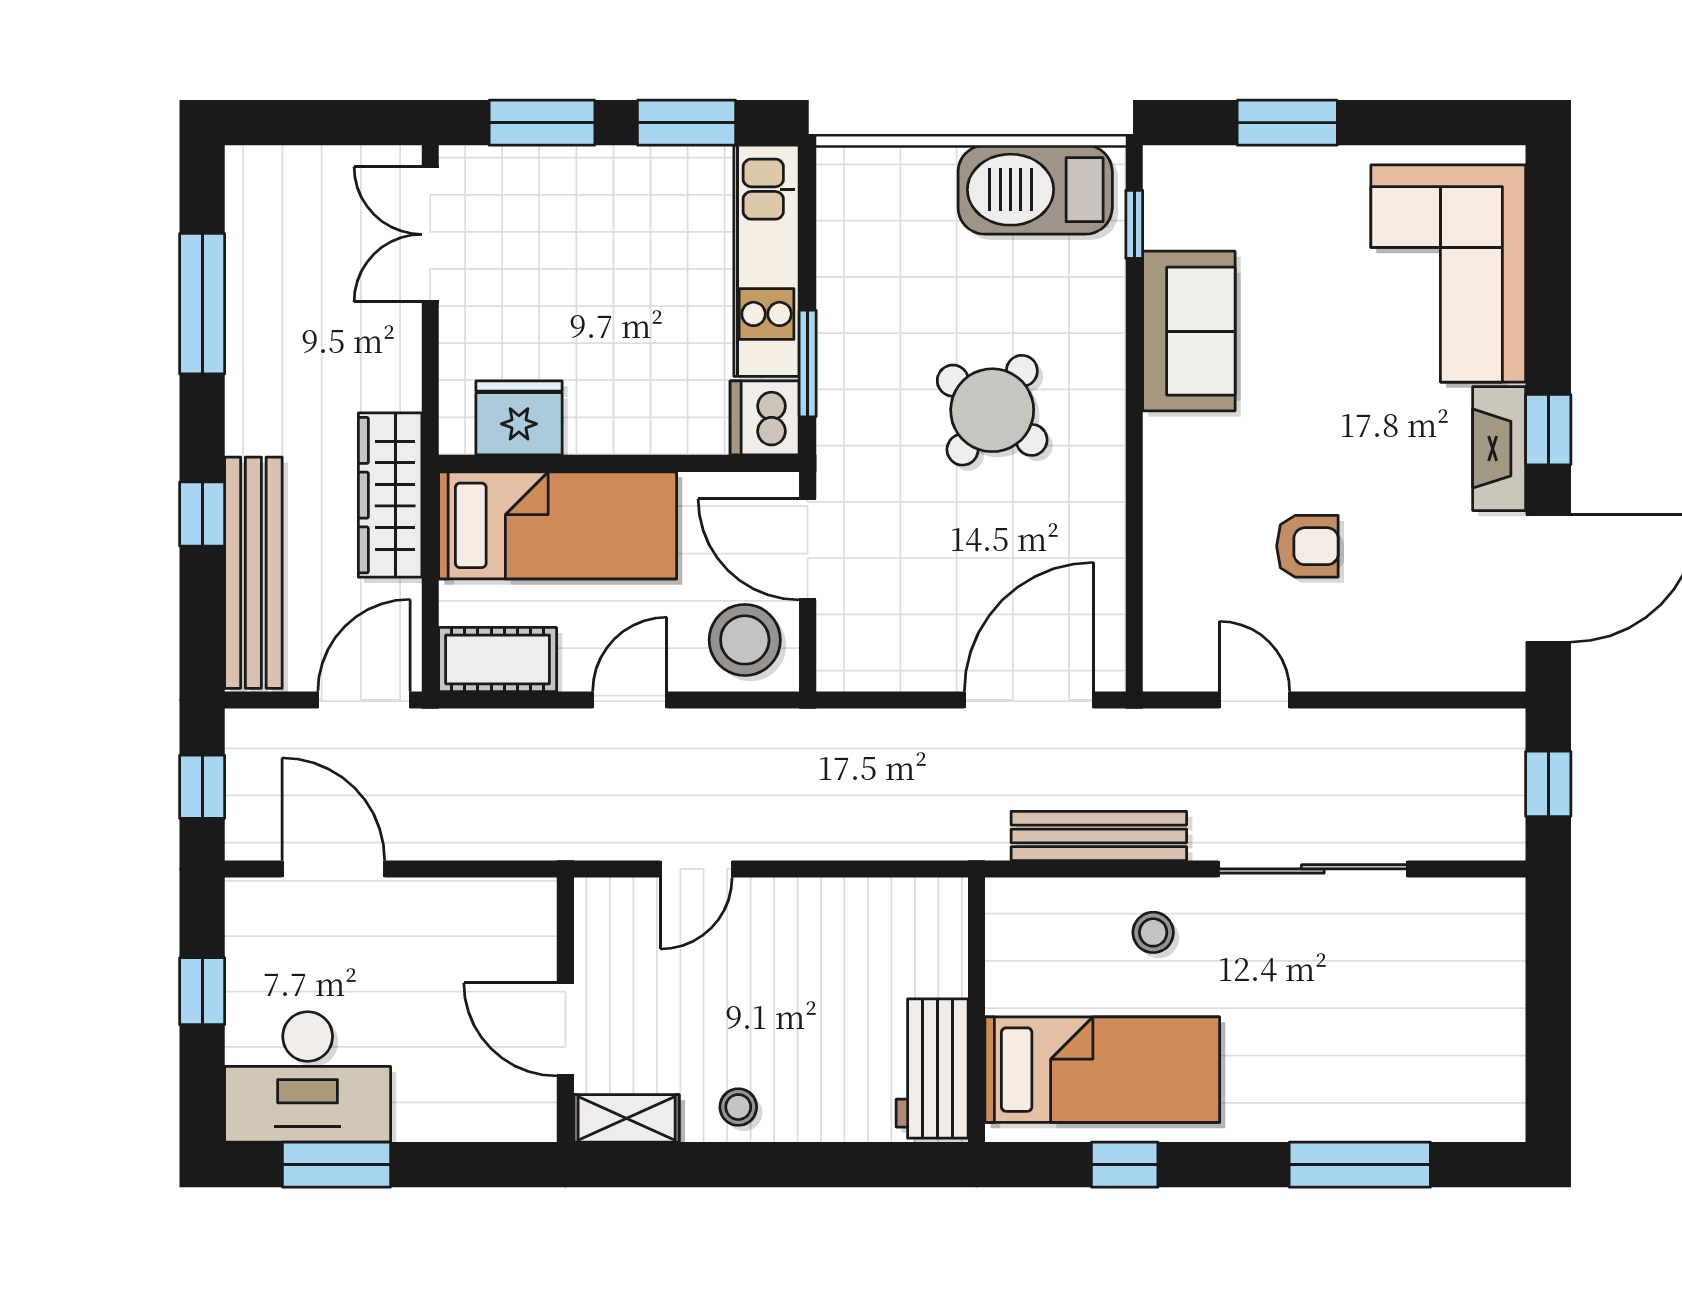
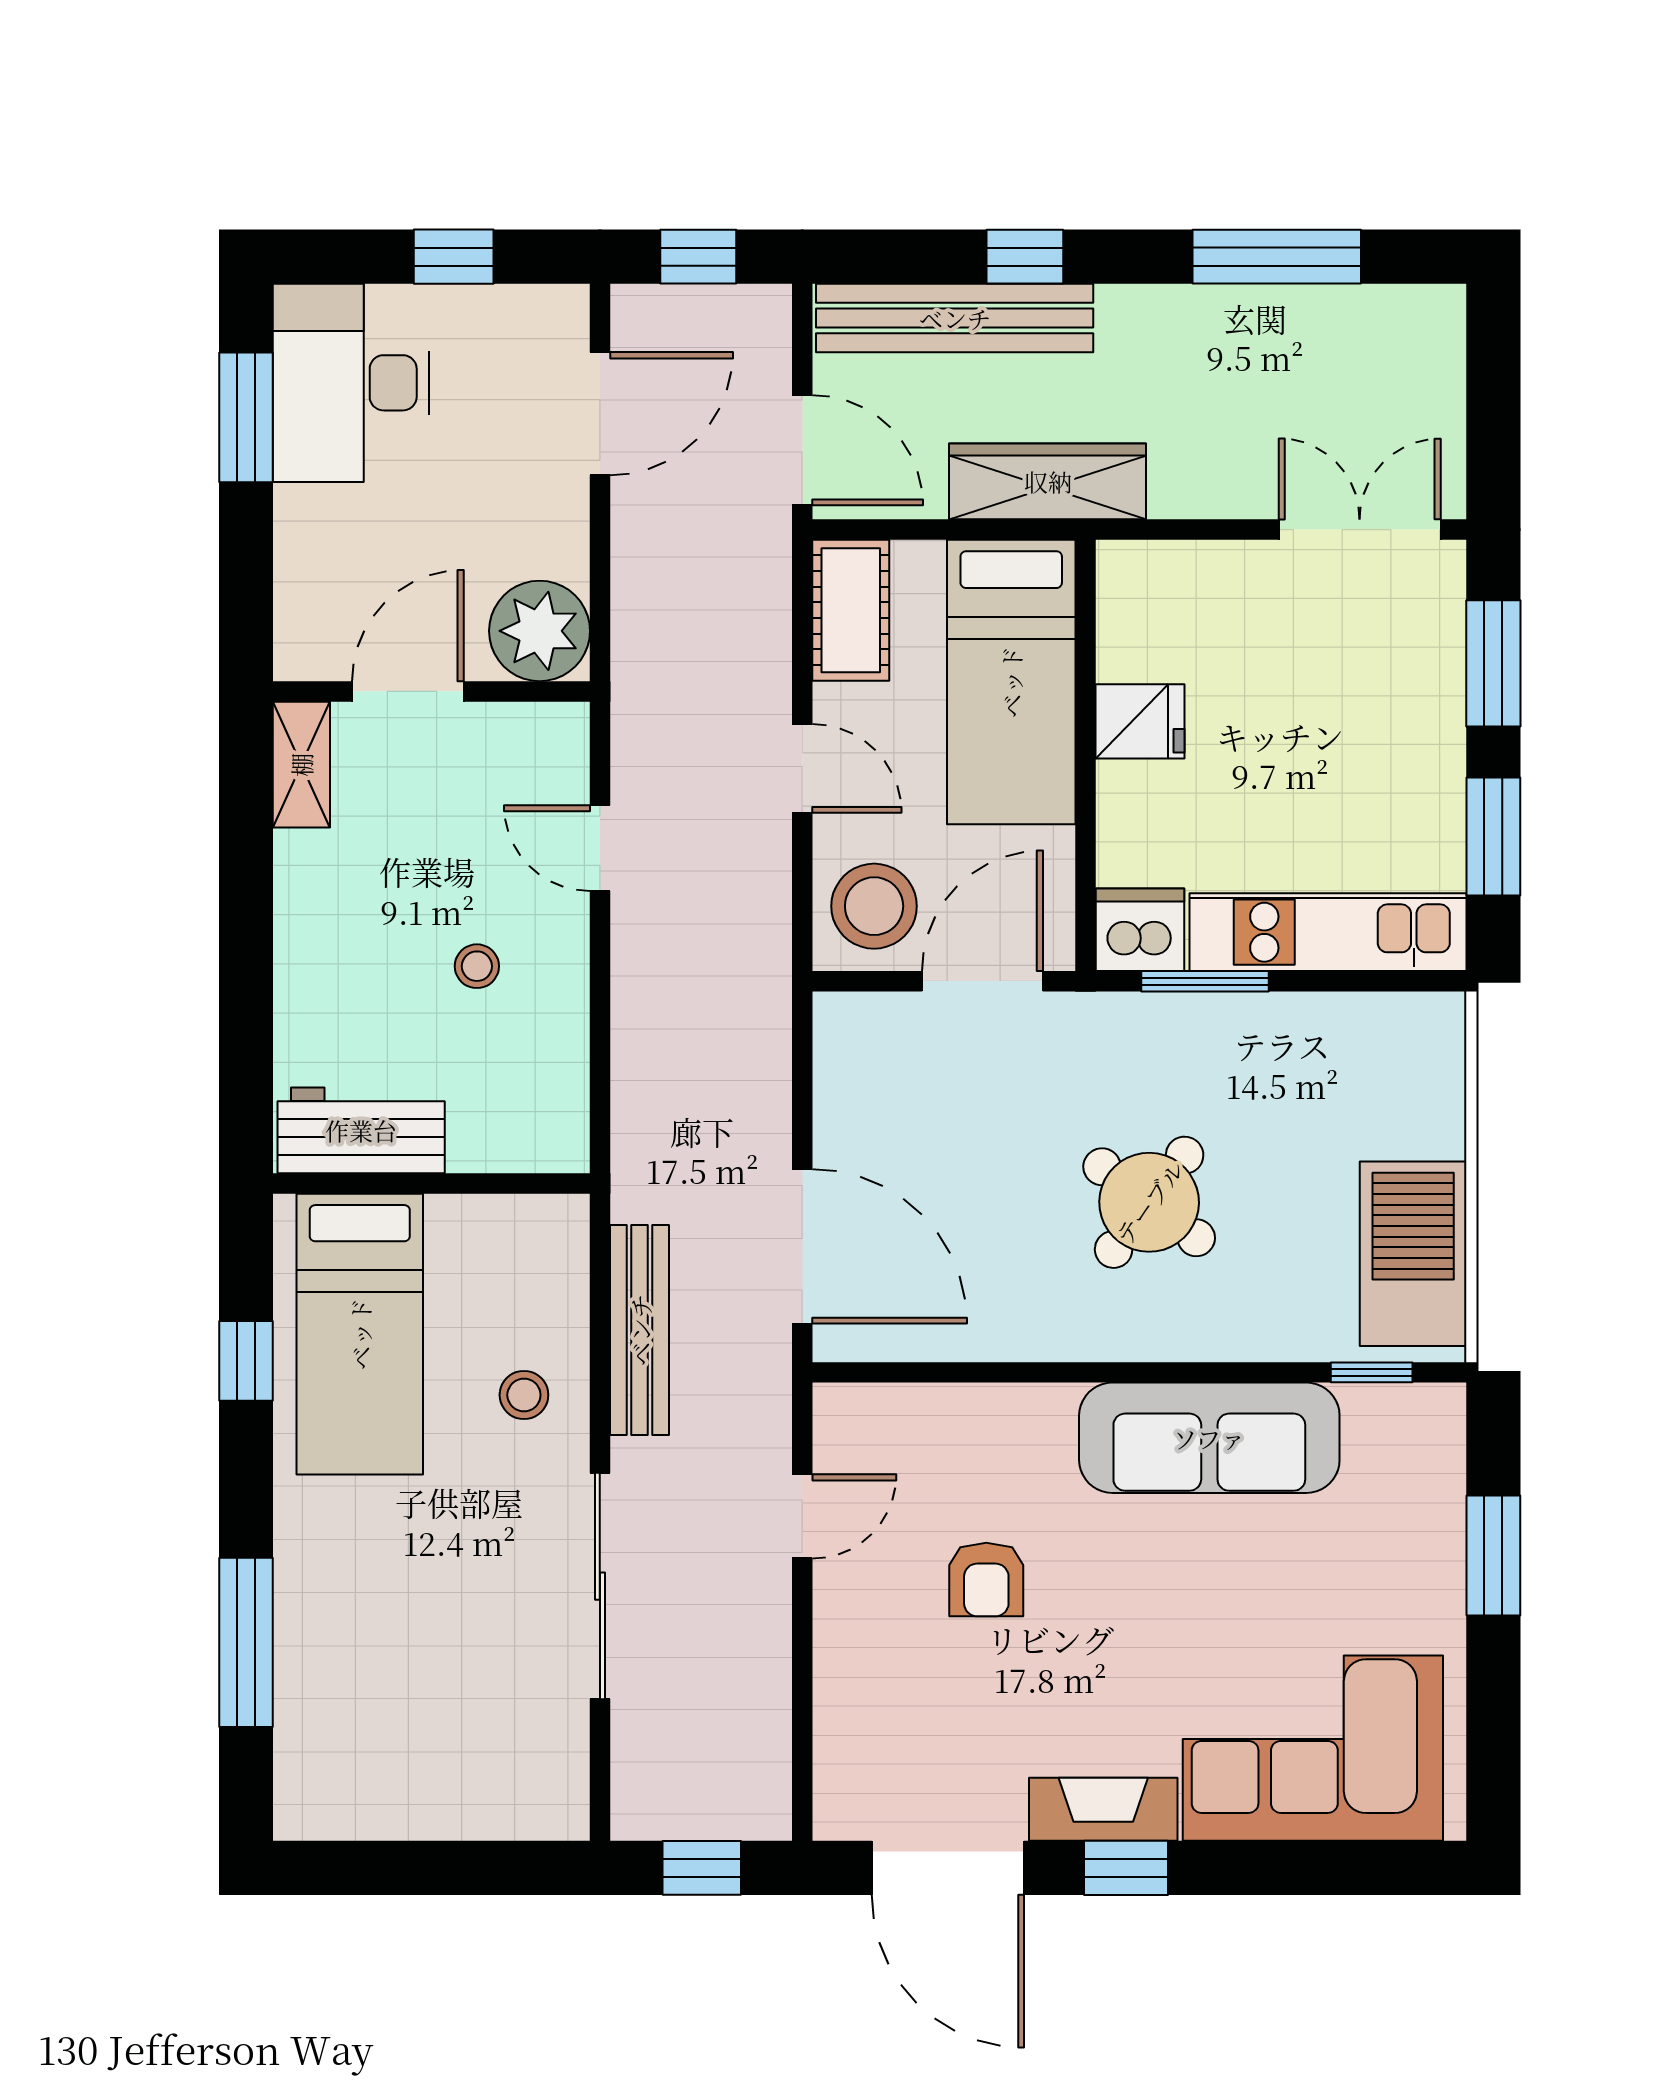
sofa: (1189, 331) -> (1209, 1438), width x1.36
fridge: (519, 418) -> (1140, 721), moved, width x0.72
plant: (515, 919) -> (540, 631), added
stool: (738, 1107) -> (477, 966), moved

